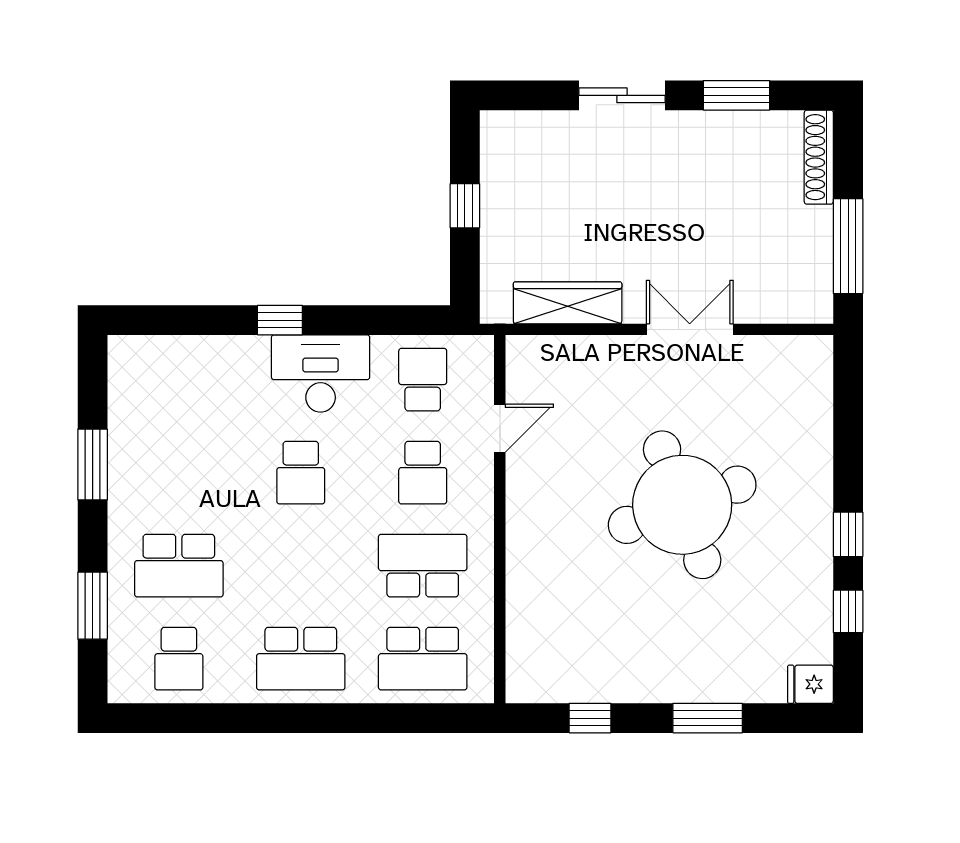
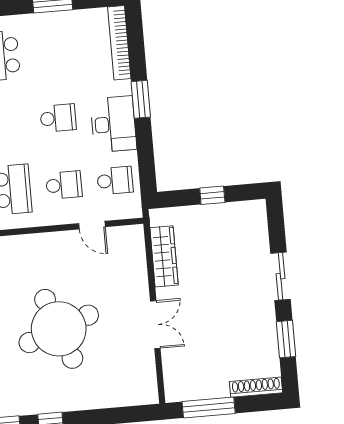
window: (280, 320) -> (141, 99), width x1.50
bookcase: (174, 350) -> (119, 43), added
school desk: (301, 473) -> (58, 118), turned 180
school desk: (423, 473) -> (64, 185), turned 180

